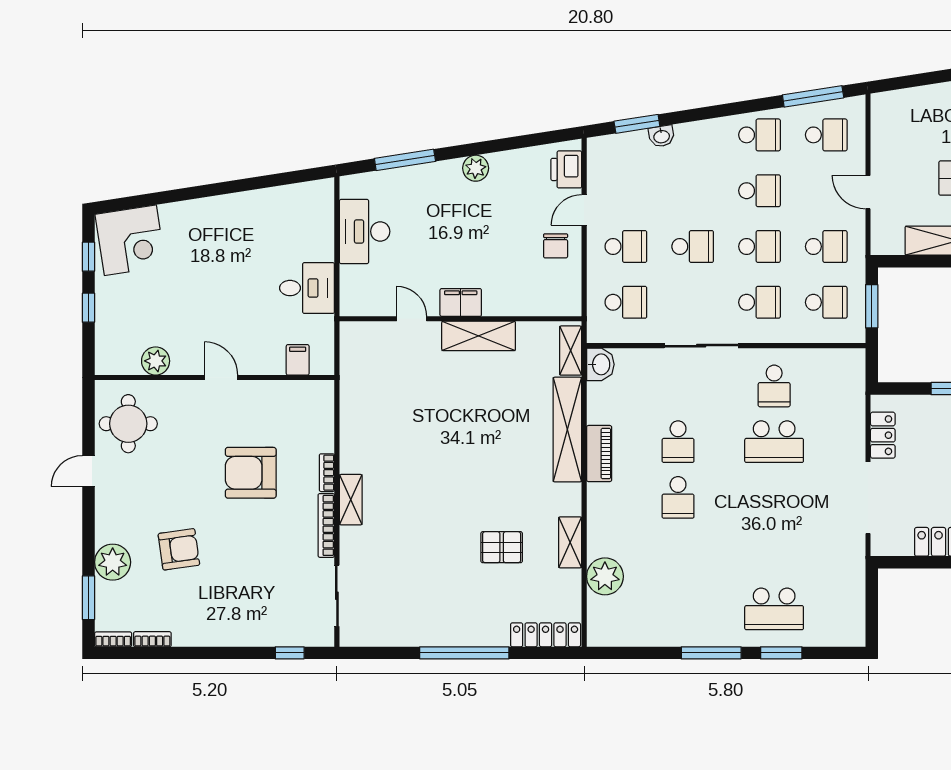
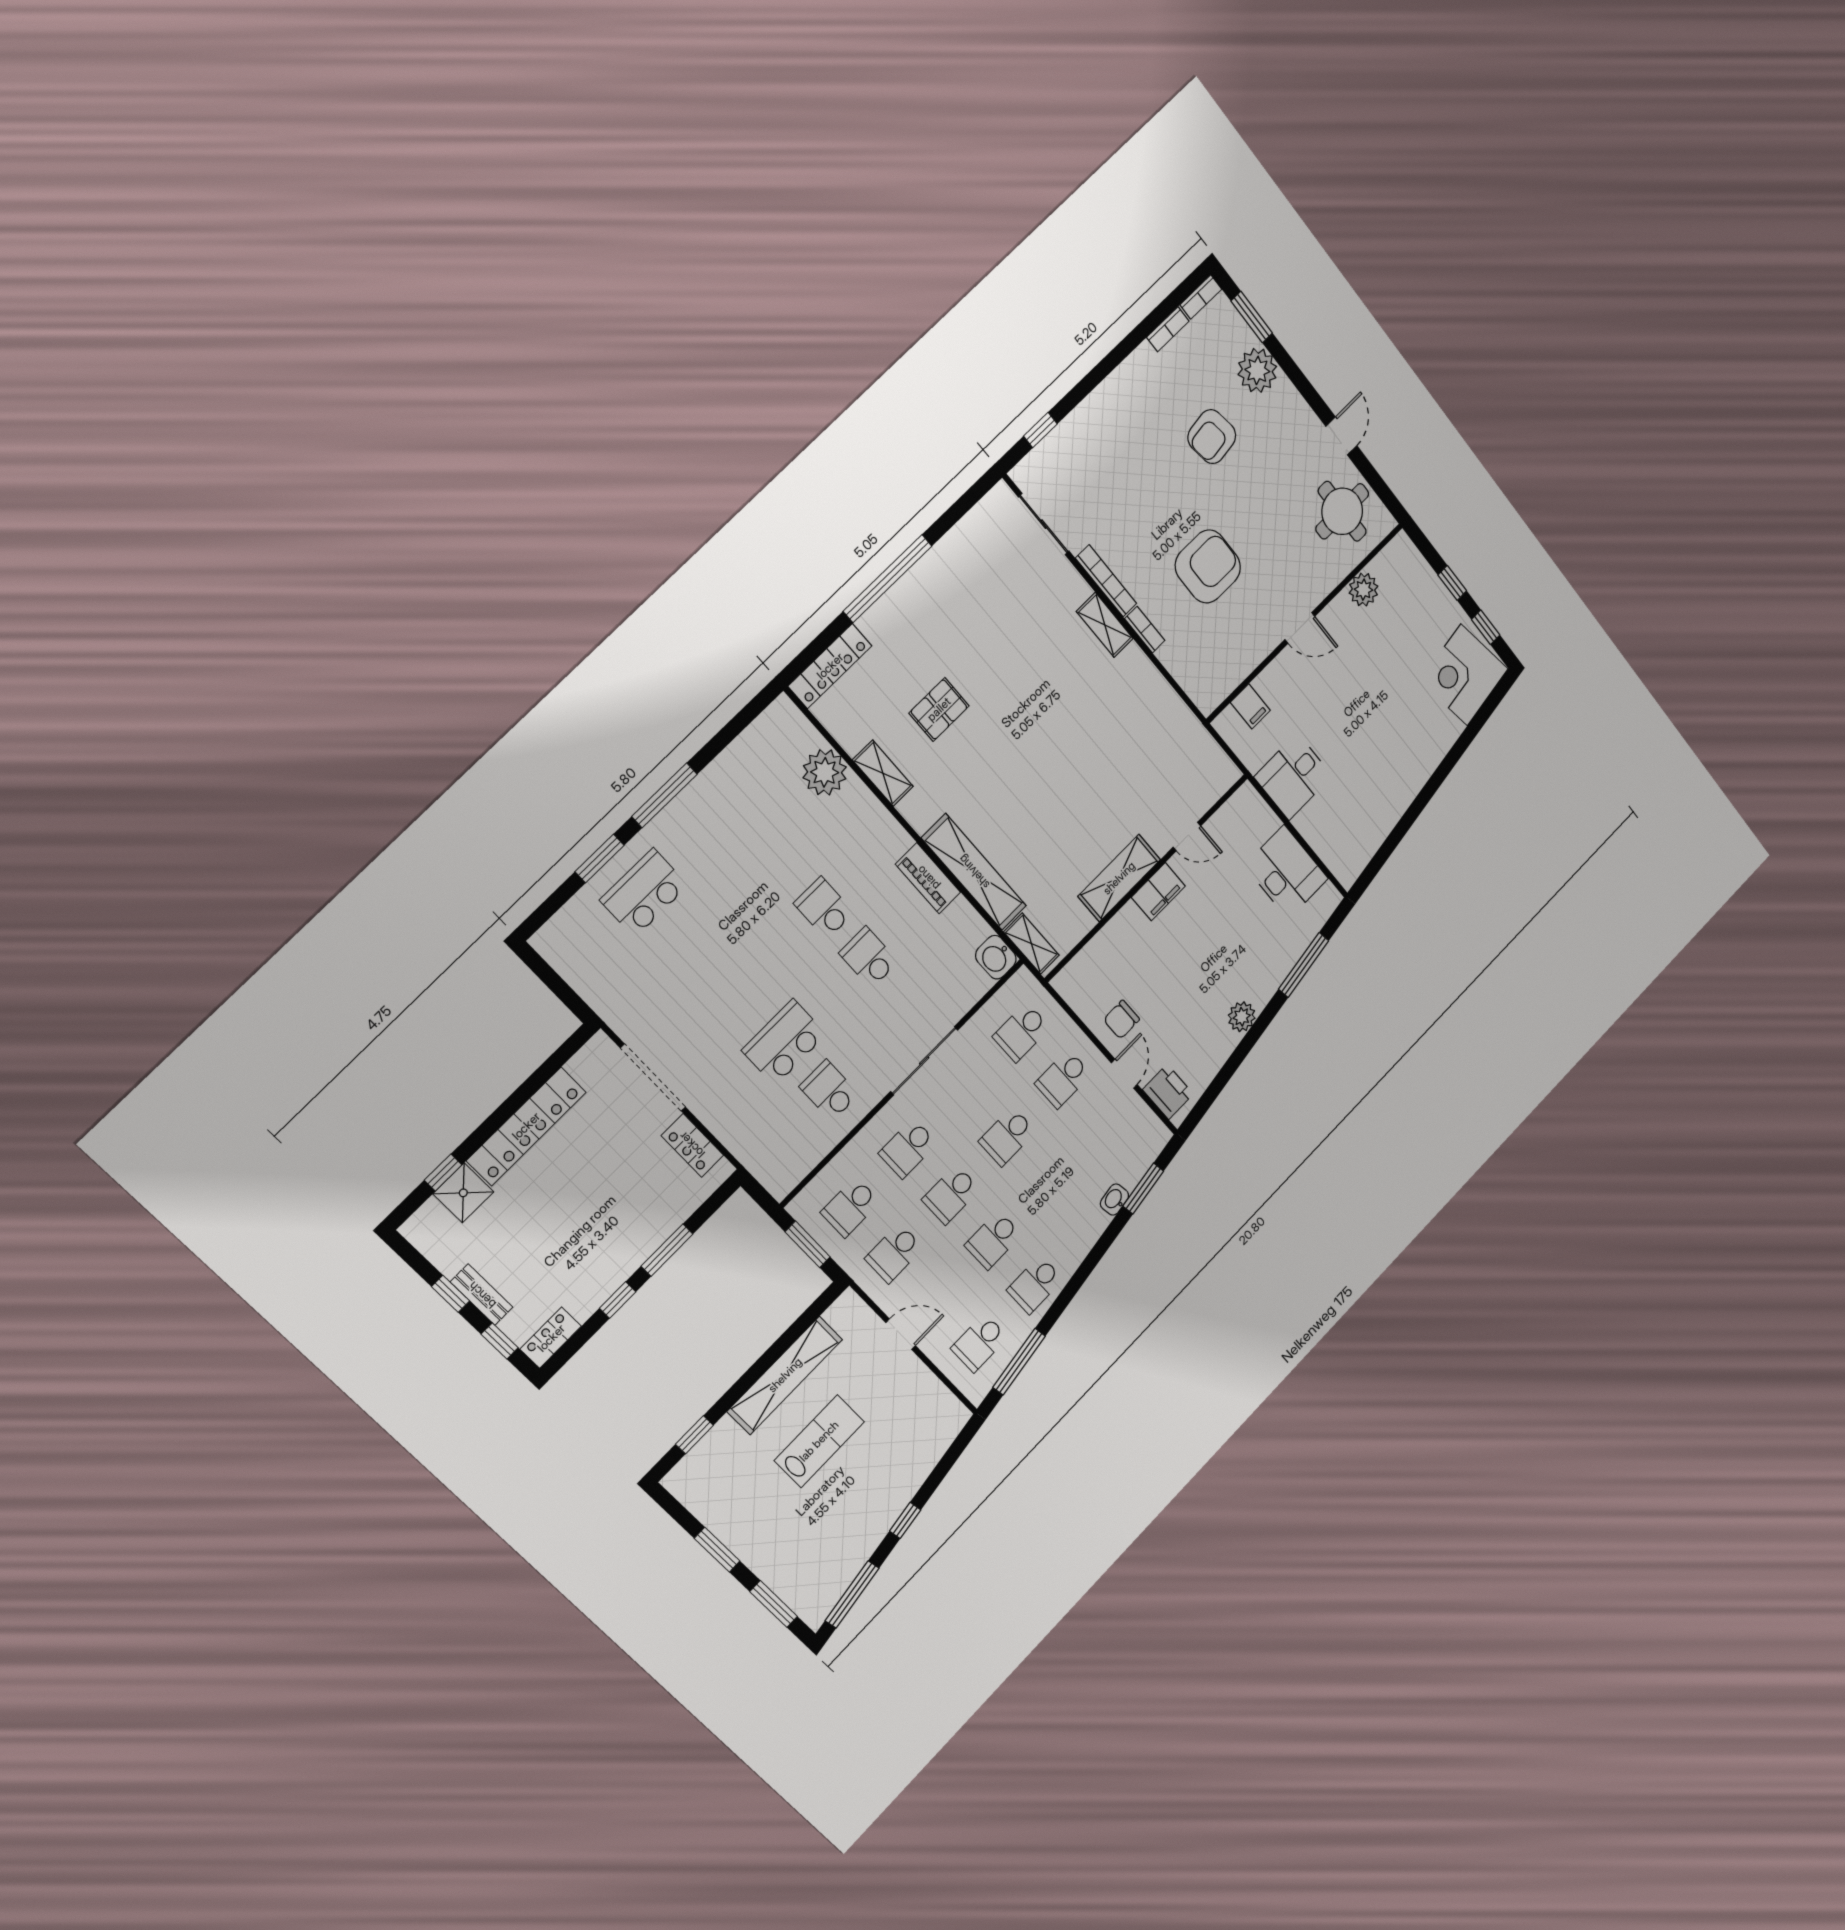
chair: (556, 246) -> (1122, 1020), turned -90

